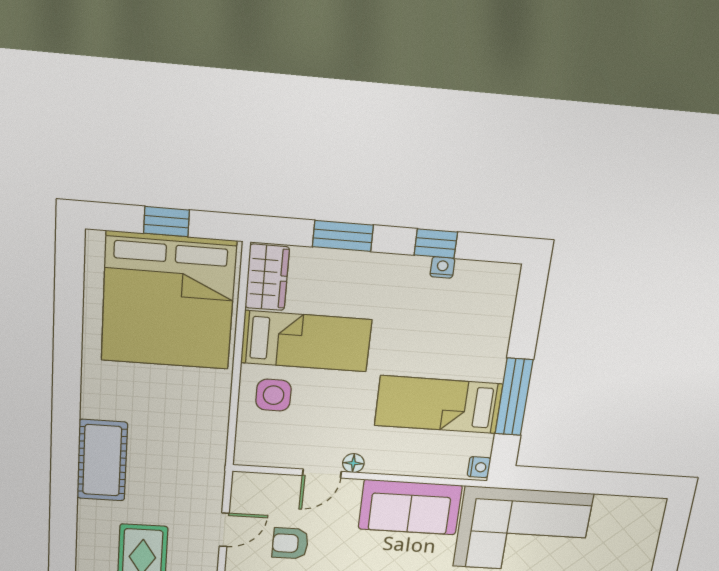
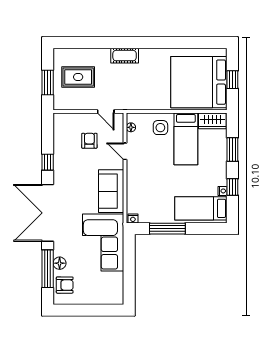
bed: (438, 405) -> (201, 208), moved, turned -90
cot: (102, 460) -> (125, 56), width x0.73, depth x0.75
floor lamp: (353, 463) -> (131, 127), moved
door: (224, 530) -> (106, 112), moved

